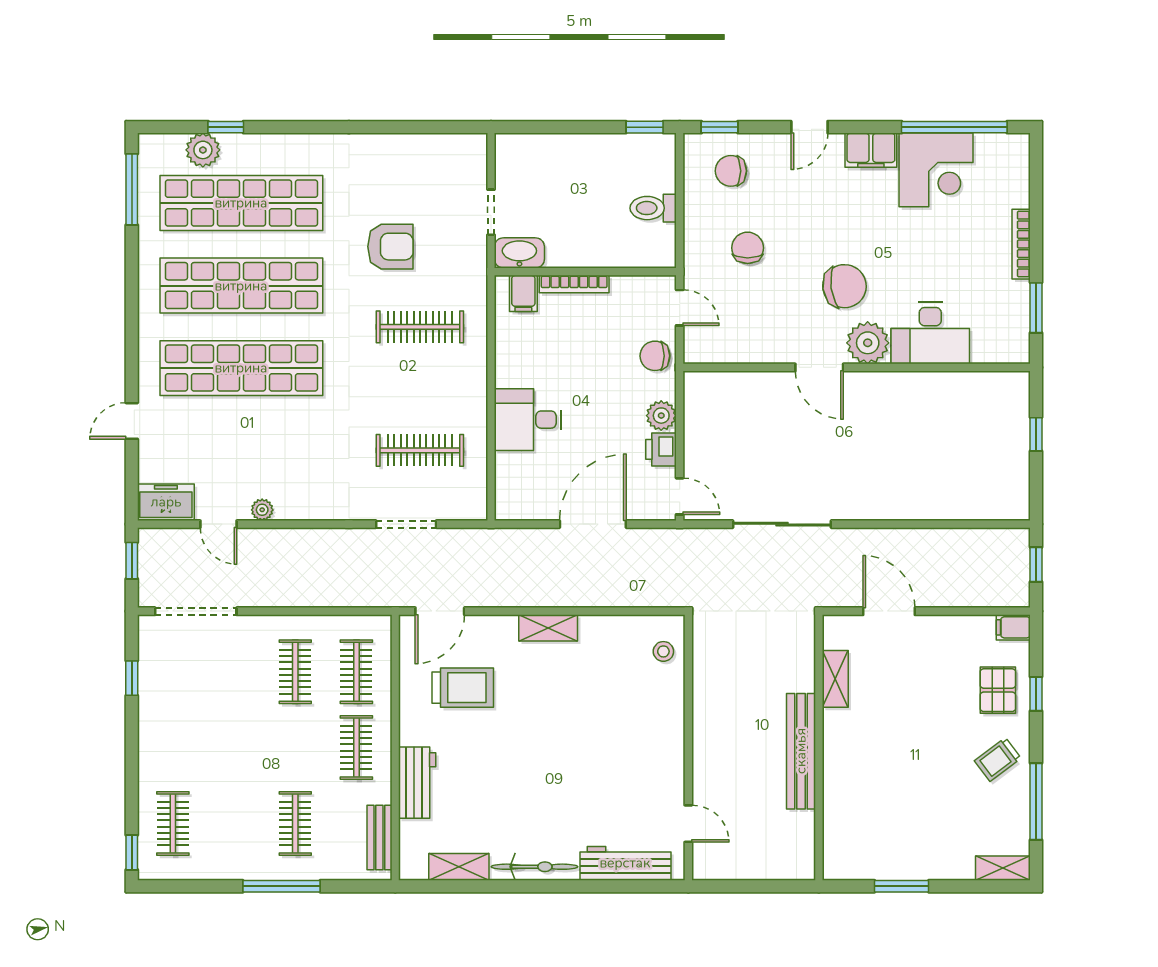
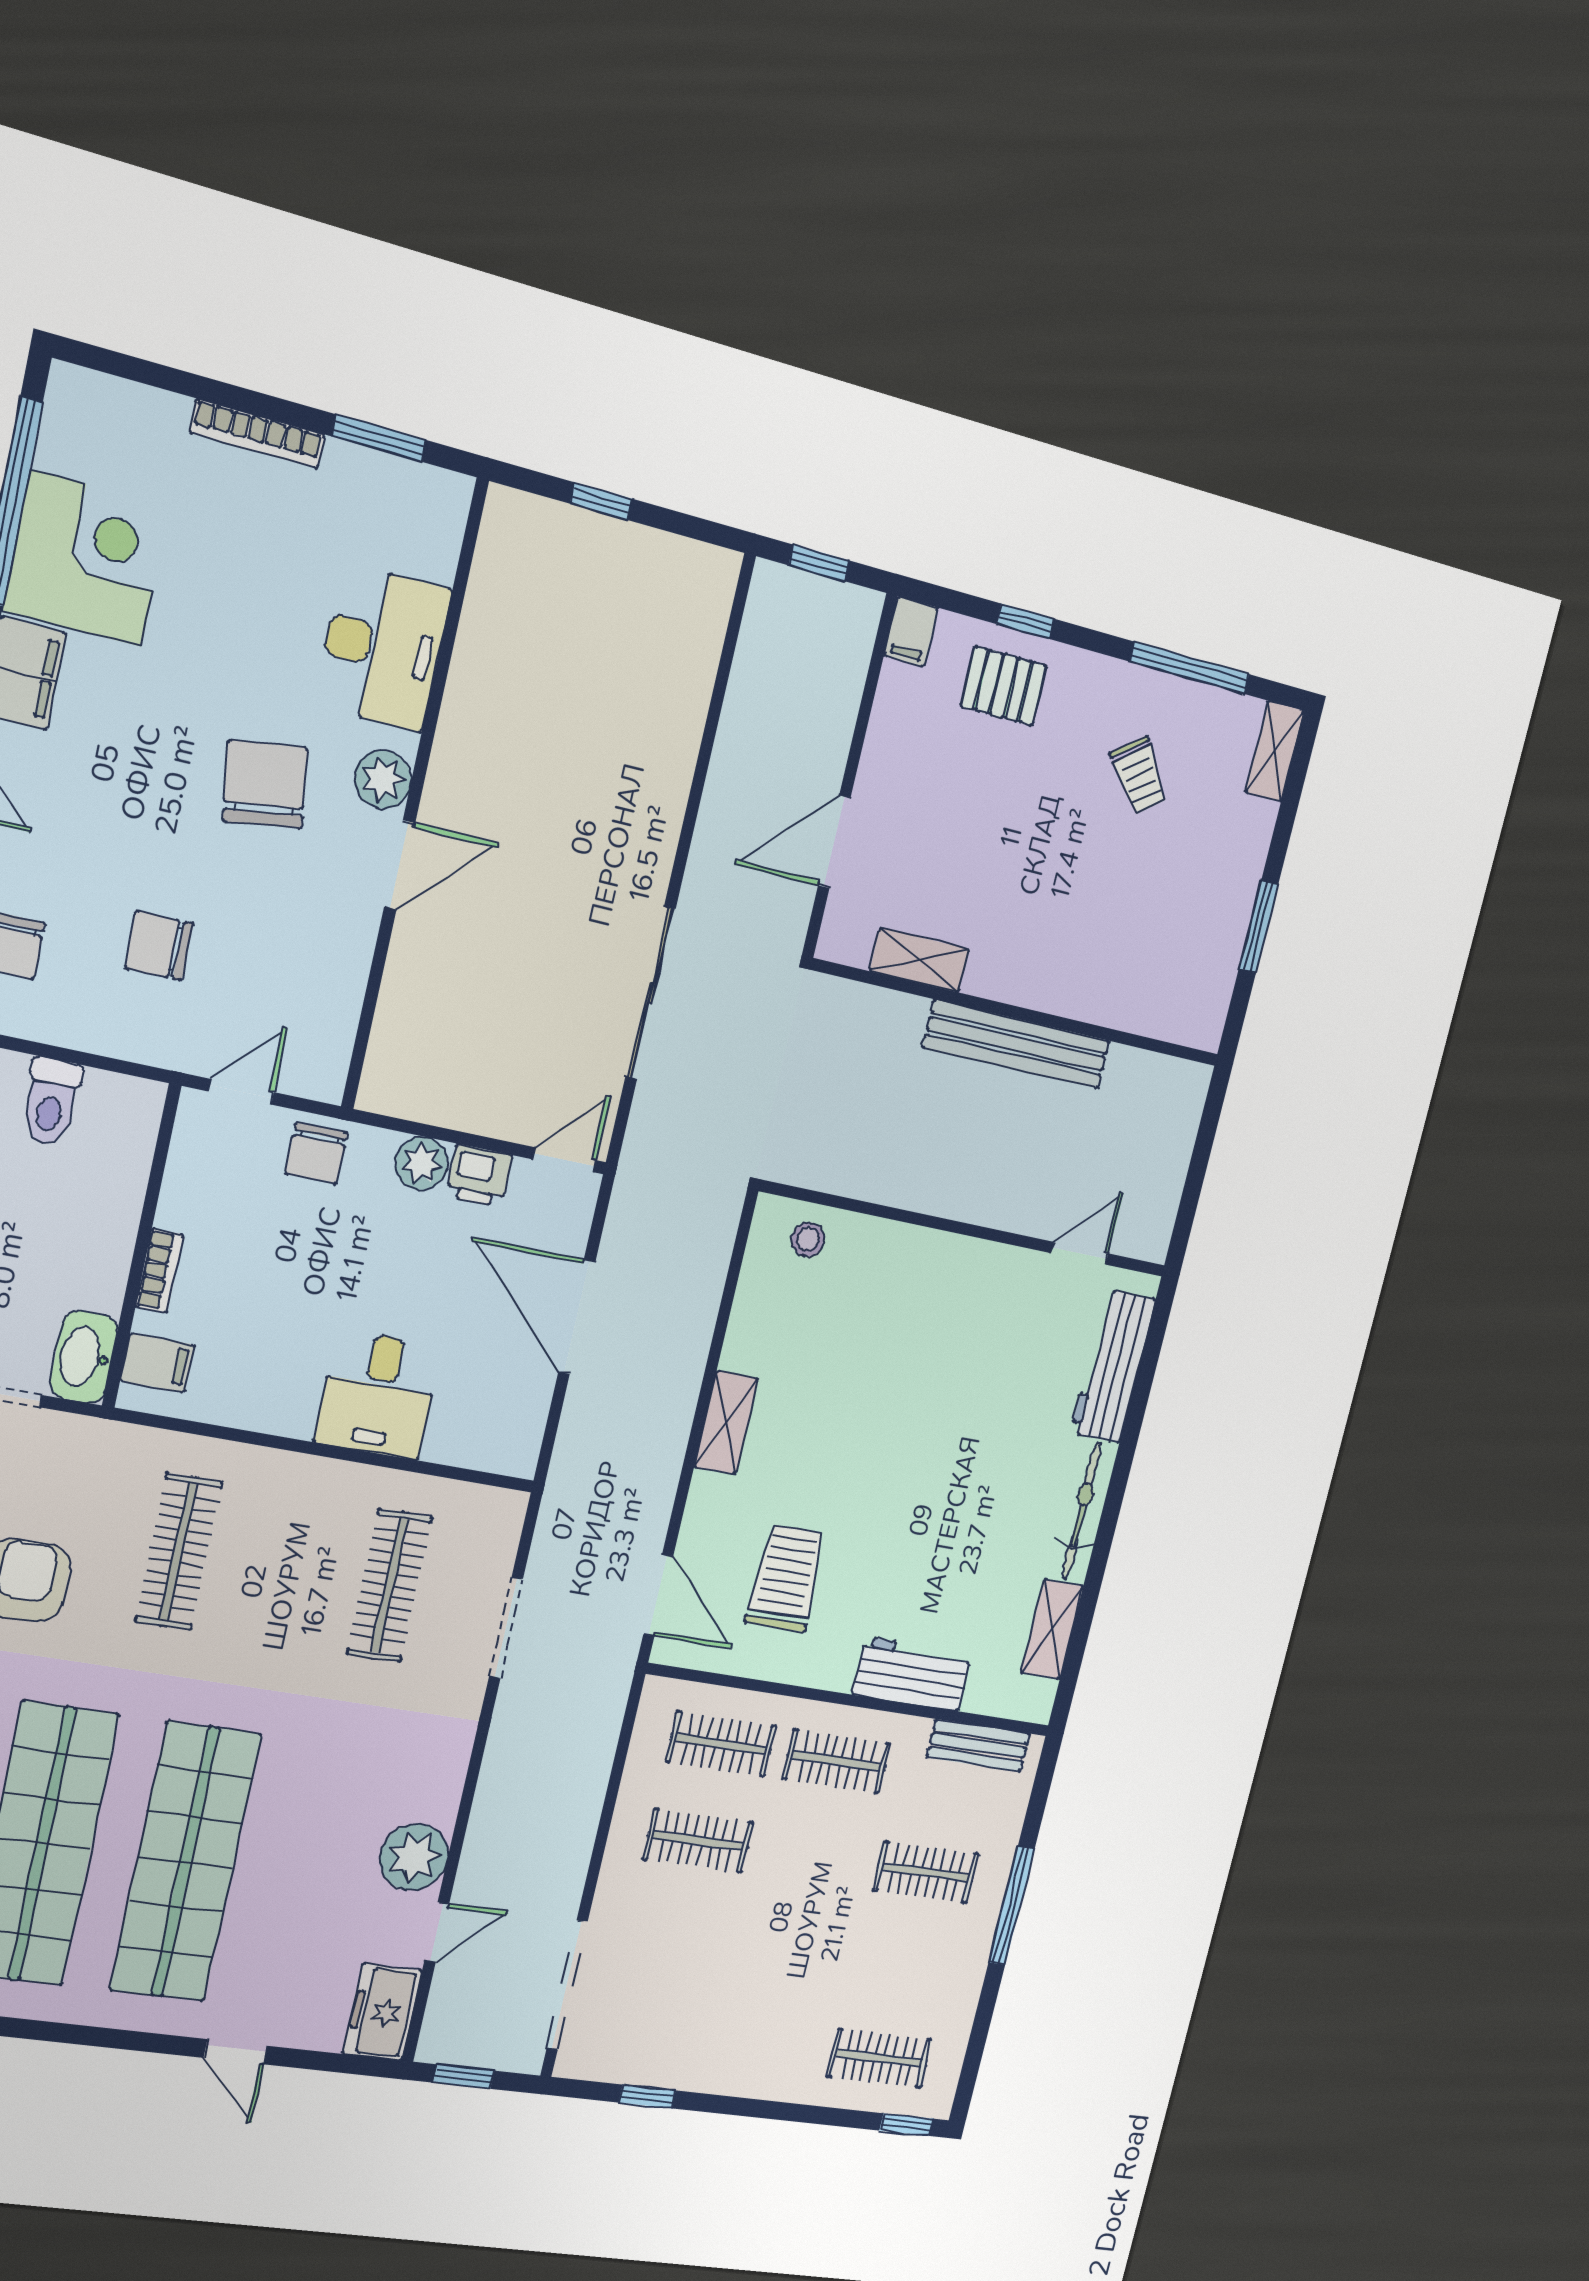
bookcase: (574, 284) -> (160, 1271), width x0.64
plant: (868, 343) -> (383, 779), width x0.73, depth x0.73
plant: (262, 510) -> (414, 1857), width x1.88, depth x1.88
trolley: (998, 759) -> (1140, 776), moved

